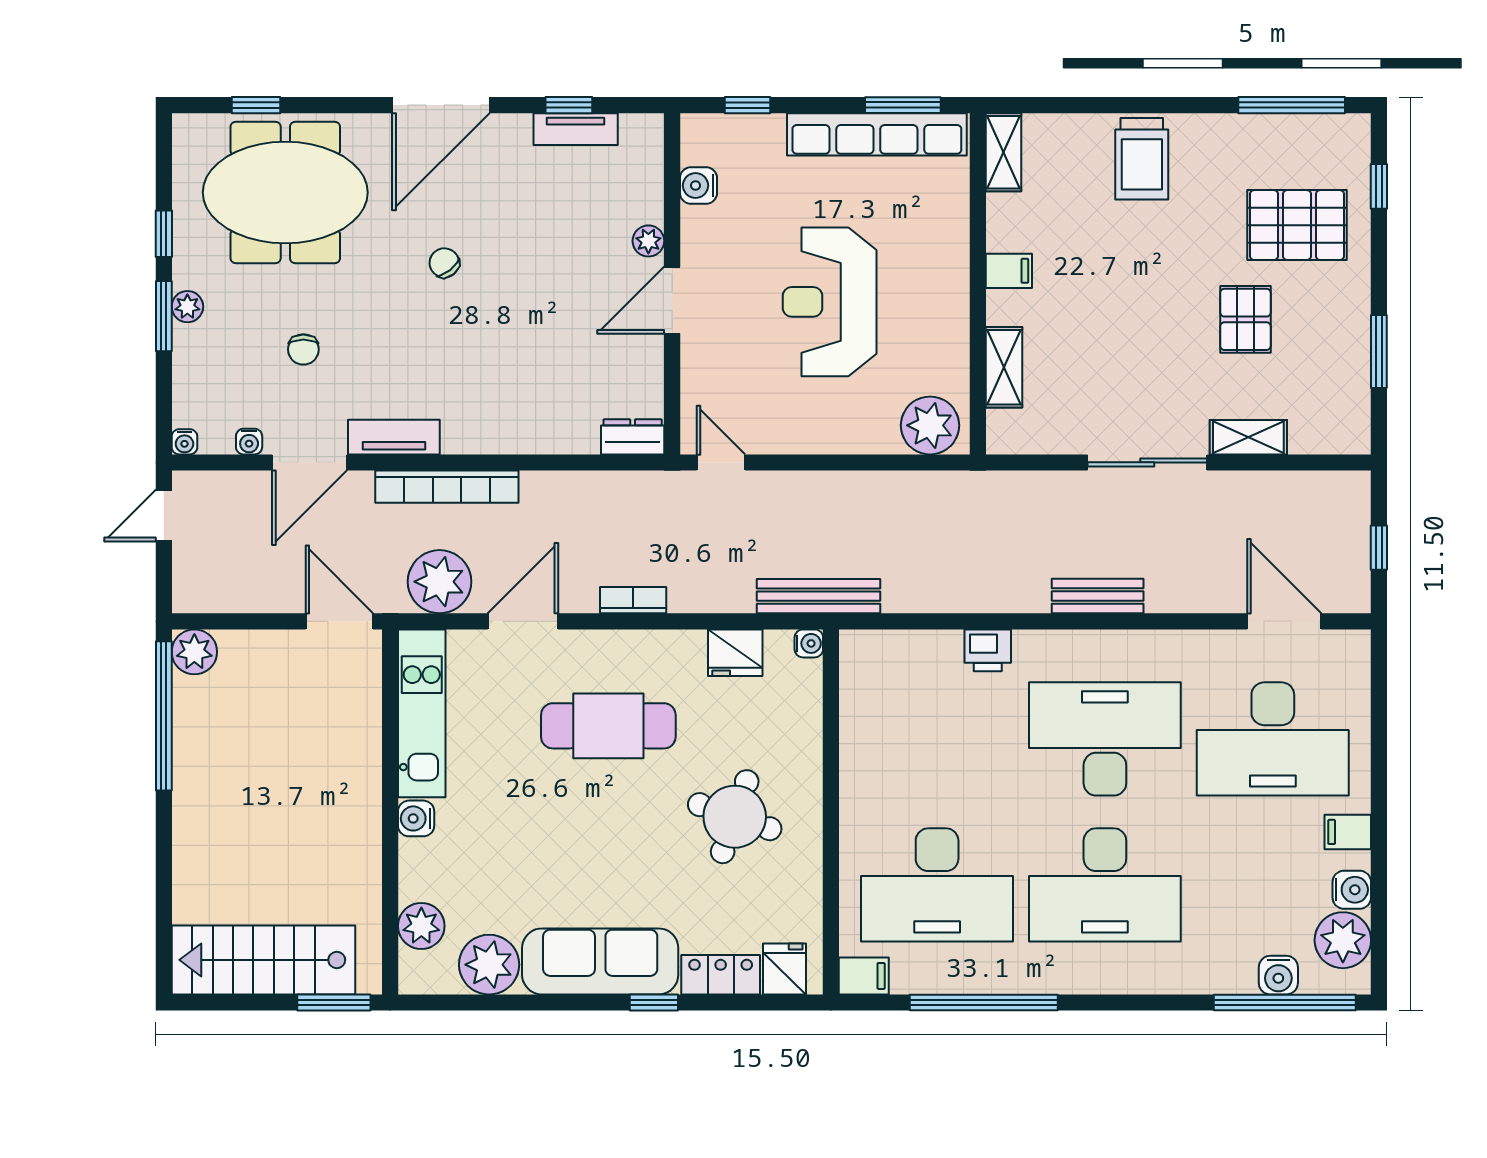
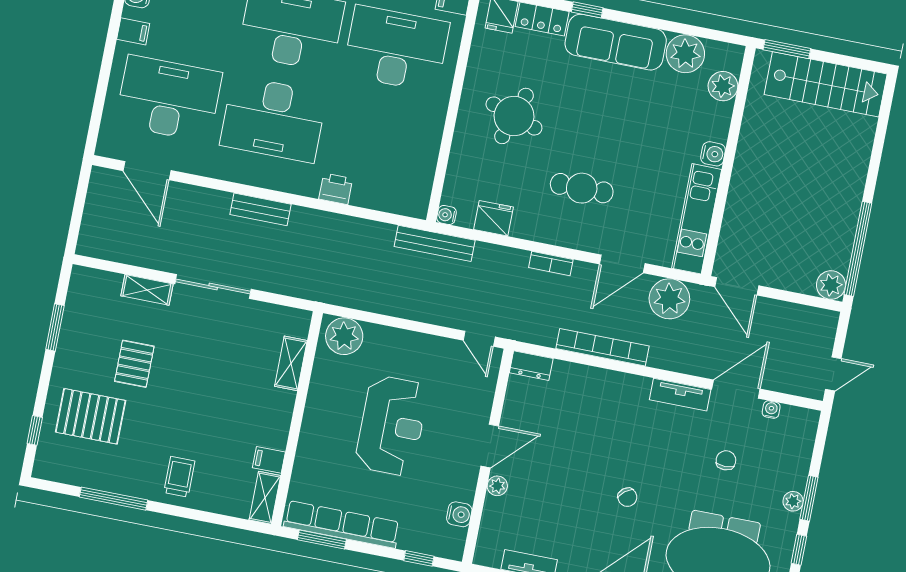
window: (1292, 105) -> (113, 499), moved
trolley: (1142, 159) -> (179, 477), width x0.73, depth x0.72
filing cabinet: (1009, 271) -> (269, 460), moved
water cooler: (184, 442) -> (811, 417), removed
bookcase: (447, 487) -> (602, 347), moved
window: (1379, 548) -> (79, 205), removed
cafe table: (608, 726) -> (582, 188), width x0.73, depth x0.74

